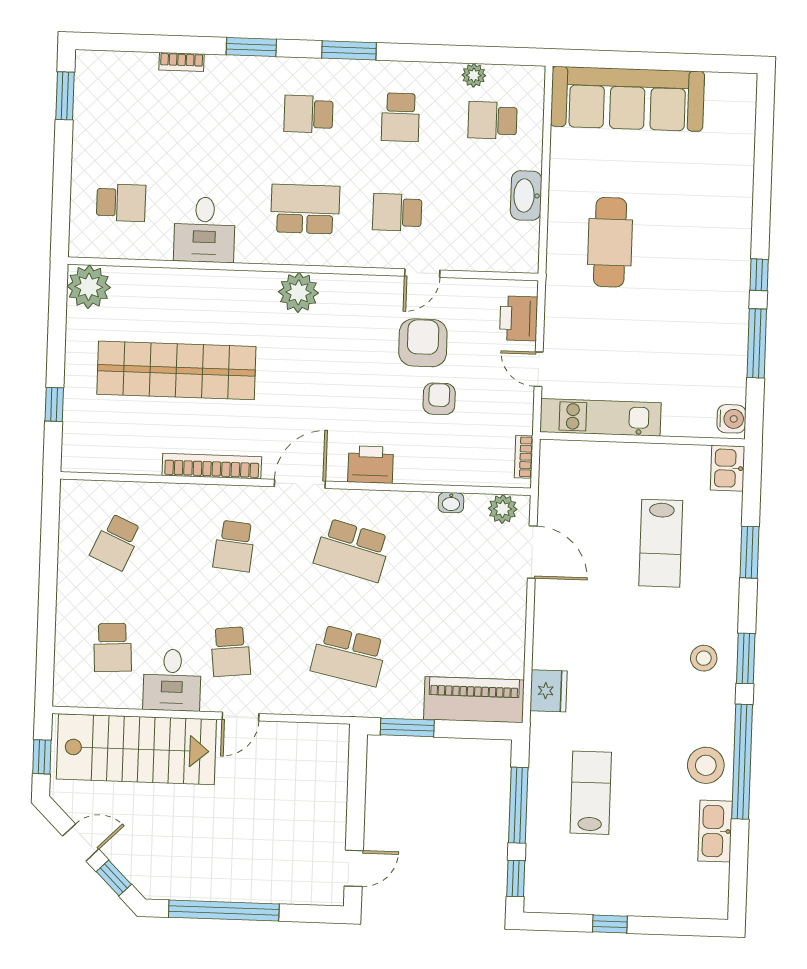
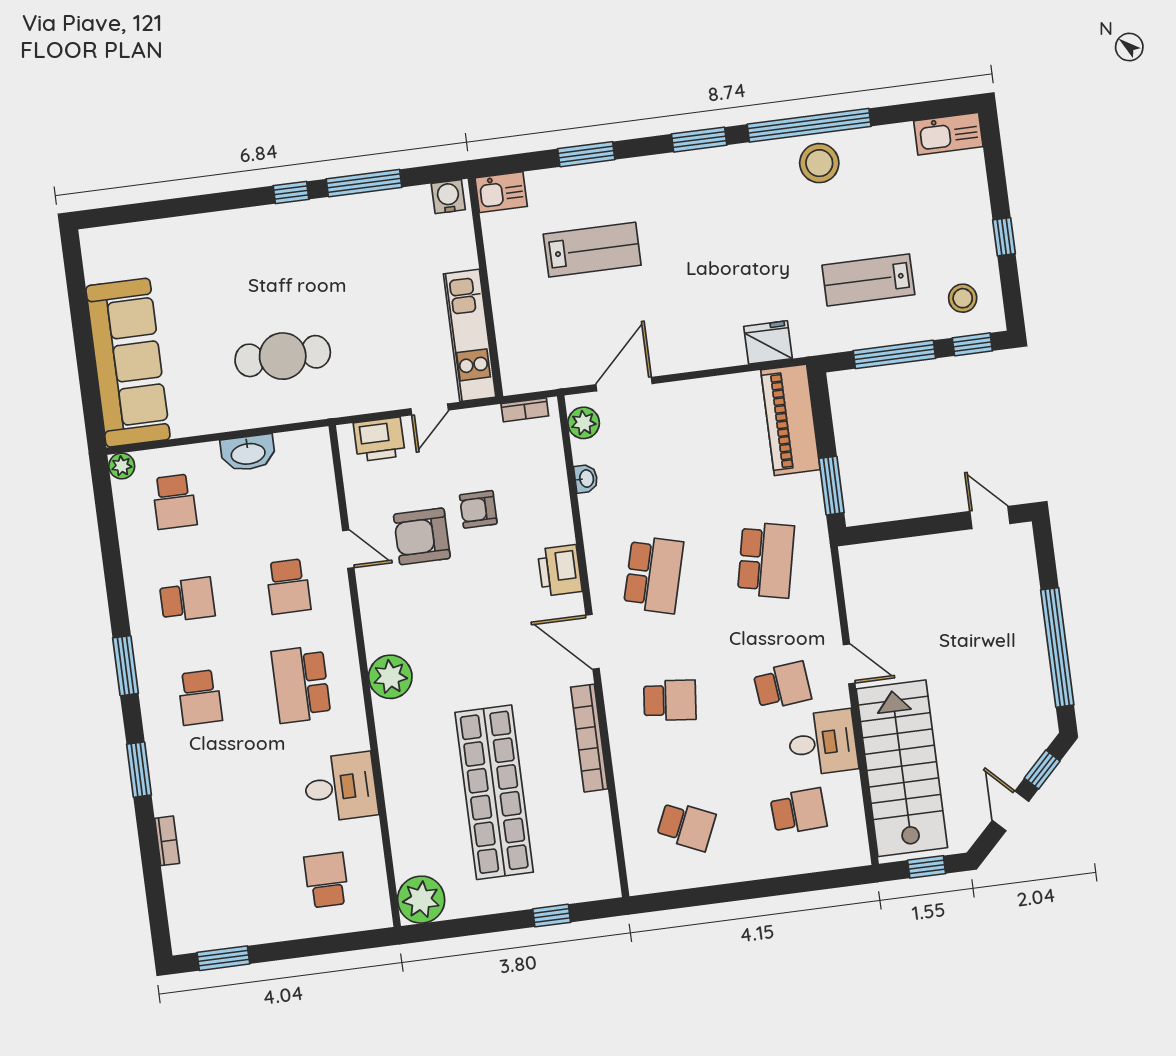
plant: (474, 75) -> (122, 466), moved
stool: (704, 658) -> (963, 298), moved
kitchen sink: (715, 831) -> (948, 134), moved

